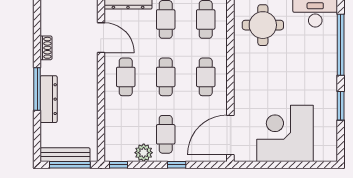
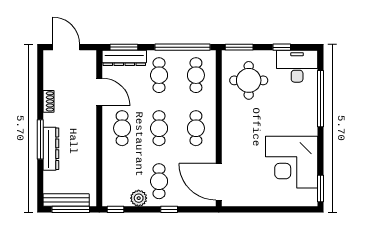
window: (341, 106) -> (321, 188), moved
corner desk: (285, 133) -> (292, 162), moved, turned -90
door: (230, 135) -> (219, 182), hinge flipped

